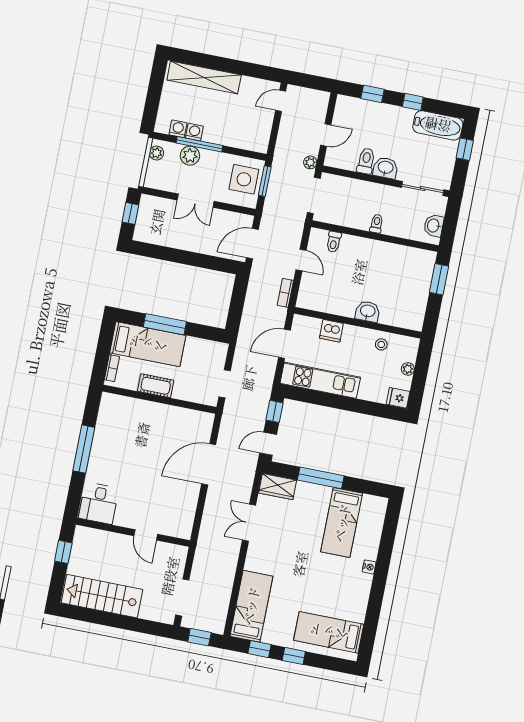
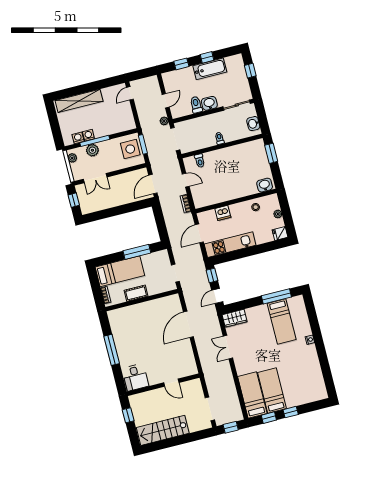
bathtub: (438, 125) -> (210, 69), moved
double door: (196, 201) -> (95, 178), moved
washbasin: (368, 311) -> (265, 185), moved
window: (165, 324) -> (137, 252), moved
window: (321, 478) -> (276, 296), moved
bed: (329, 632) -> (272, 391), moved, turned 90

